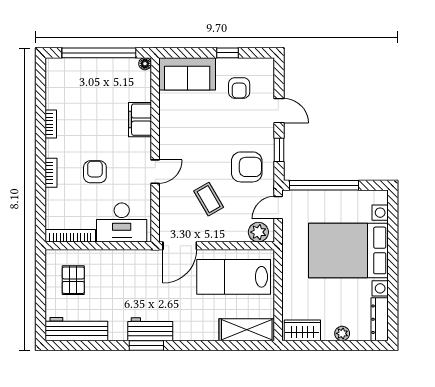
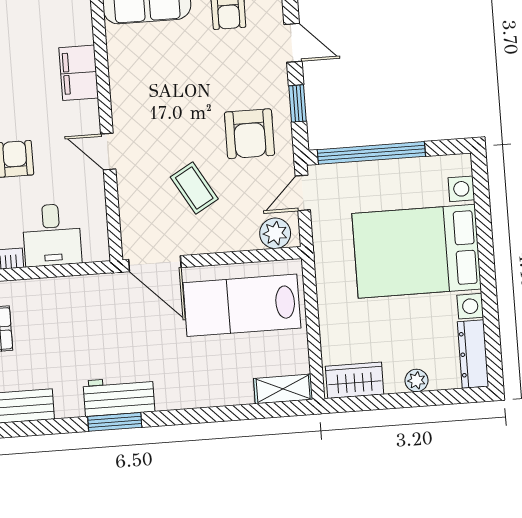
armchair: (247, 167) -> (250, 134), turned 90
door: (155, 172) -> (108, 152), swing flipped
desk: (122, 222) -> (52, 235), width x0.73
door: (180, 246) -> (155, 264), hinge flipped
shelving: (247, 330) -> (283, 389), width x0.67, depth x0.75

